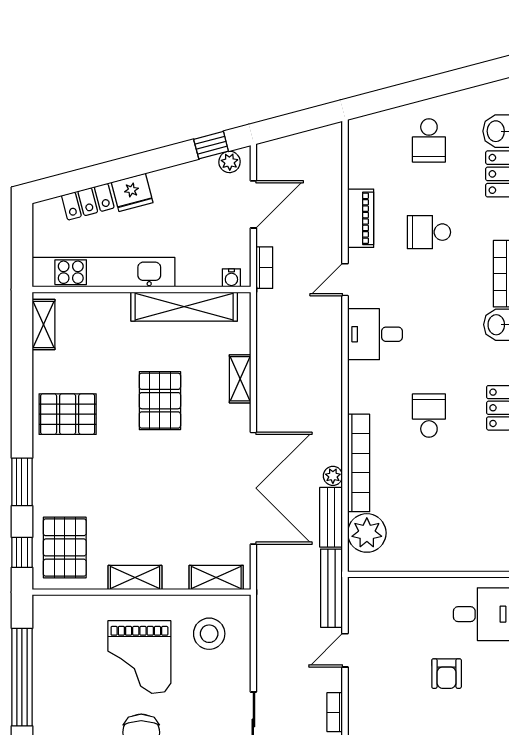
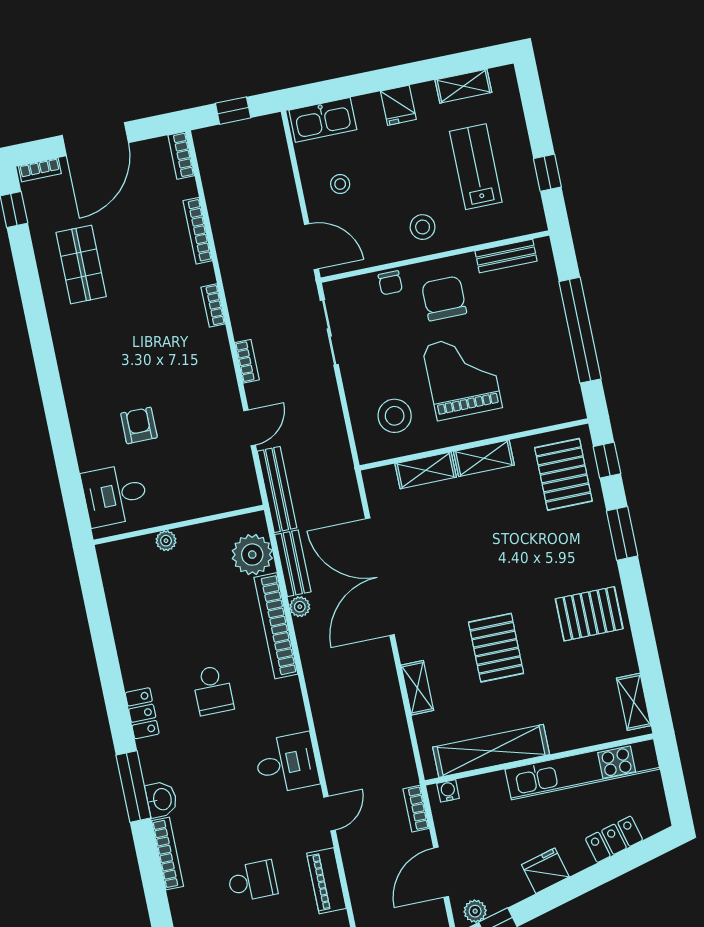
fridge: (132, 192) -> (545, 871), moved
plant: (444, 562) -> (166, 541), added
shelving: (216, 577) -> (426, 470), moved

